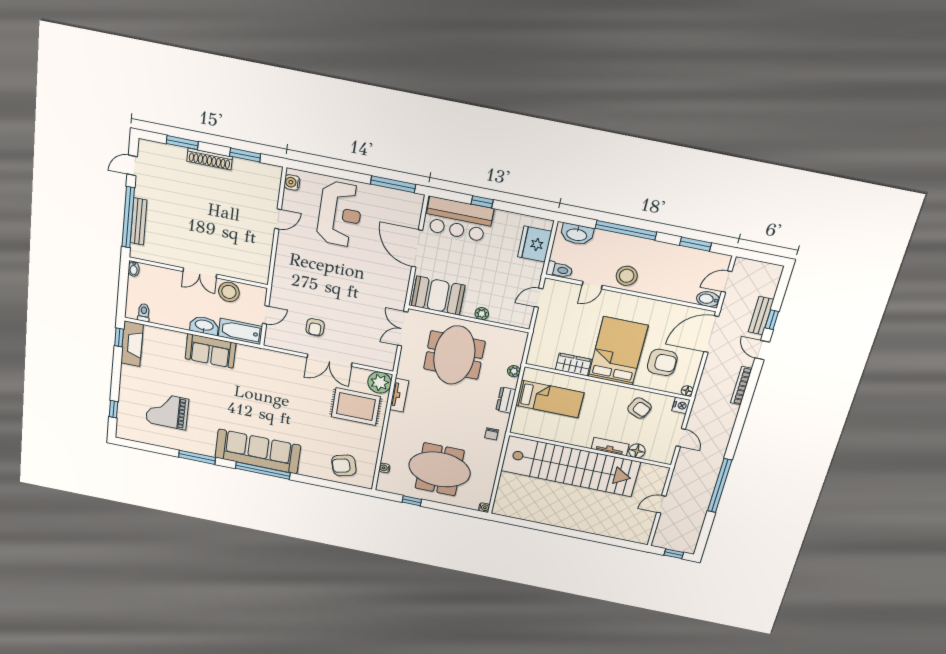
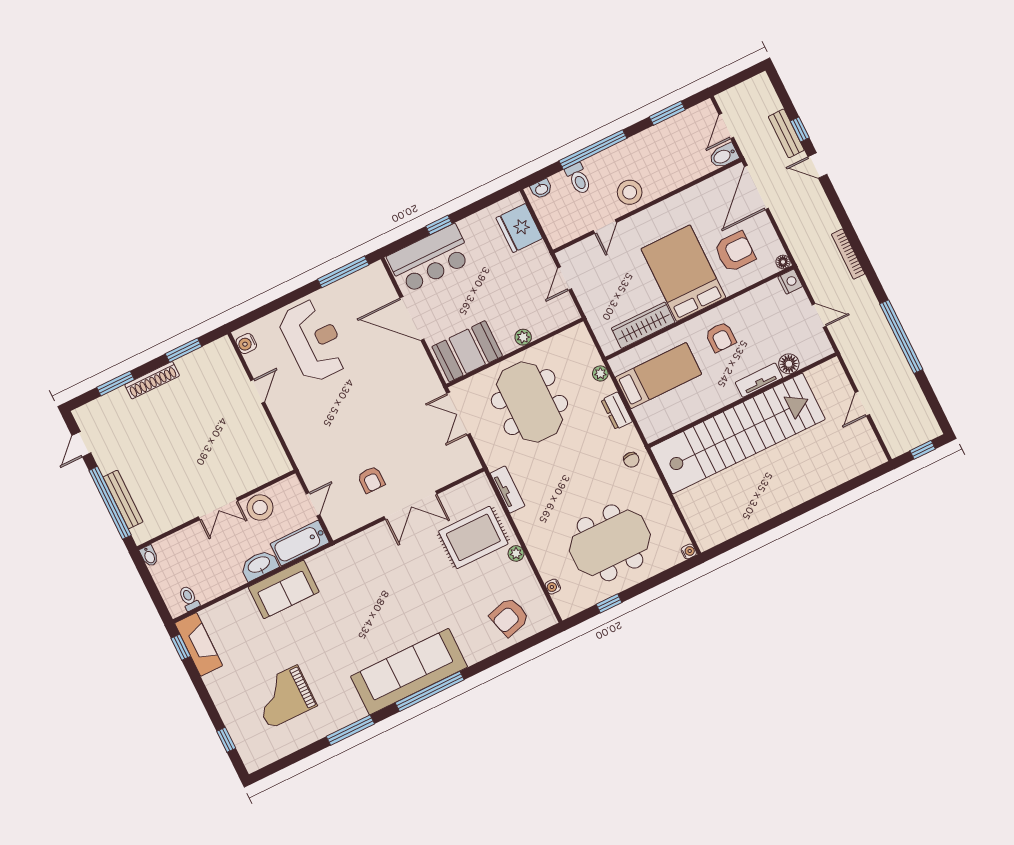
washbasin: (577, 234) -> (541, 189), width x0.52, depth x0.69
toilet: (559, 270) -> (578, 179), moved, turned 90
wardrobe: (573, 364) -> (643, 325), width x1.50
plant: (380, 383) -> (516, 553), moved, width x0.53, depth x0.53
bookcase: (741, 386) -> (848, 254), moved
armchair: (640, 408) -> (721, 337), moved, turned 65

